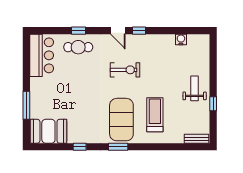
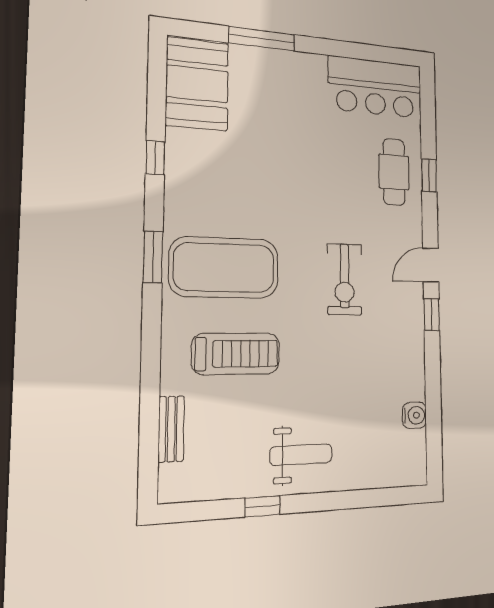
bench: (196, 139) -> (171, 429), moved

